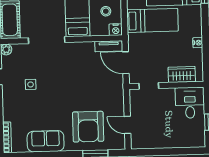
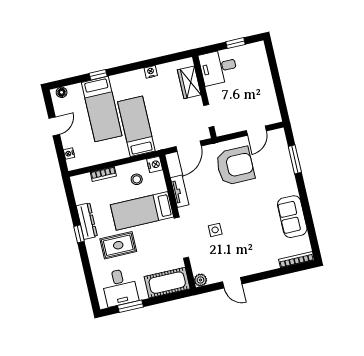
tv unit: (109, 46) -> (180, 191), moved
side table: (31, 84) -> (215, 230), moved
armchair: (88, 127) -> (235, 166), moved

